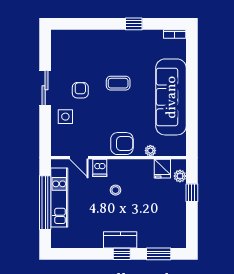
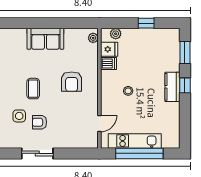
sofa: (171, 97) -> (45, 39), width x0.54, depth x0.79
side table: (65, 117) -> (19, 116), moved
armchair: (122, 144) -> (72, 82), moved, turned 180
plant: (150, 151) -> (93, 38), moved
dishwasher: (100, 168) -> (108, 63), moved
window: (192, 193) -> (146, 23), moved

